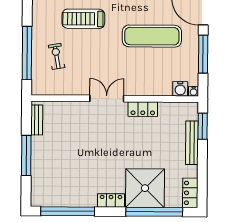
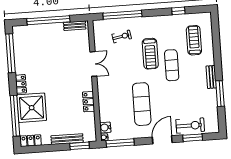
treadmill: (83, 19) -> (150, 54), turned 180
window: (203, 54) -> (120, 143), moved
double door: (107, 99) -> (93, 64), moved
window: (26, 156) -> (48, 20), width x1.46

